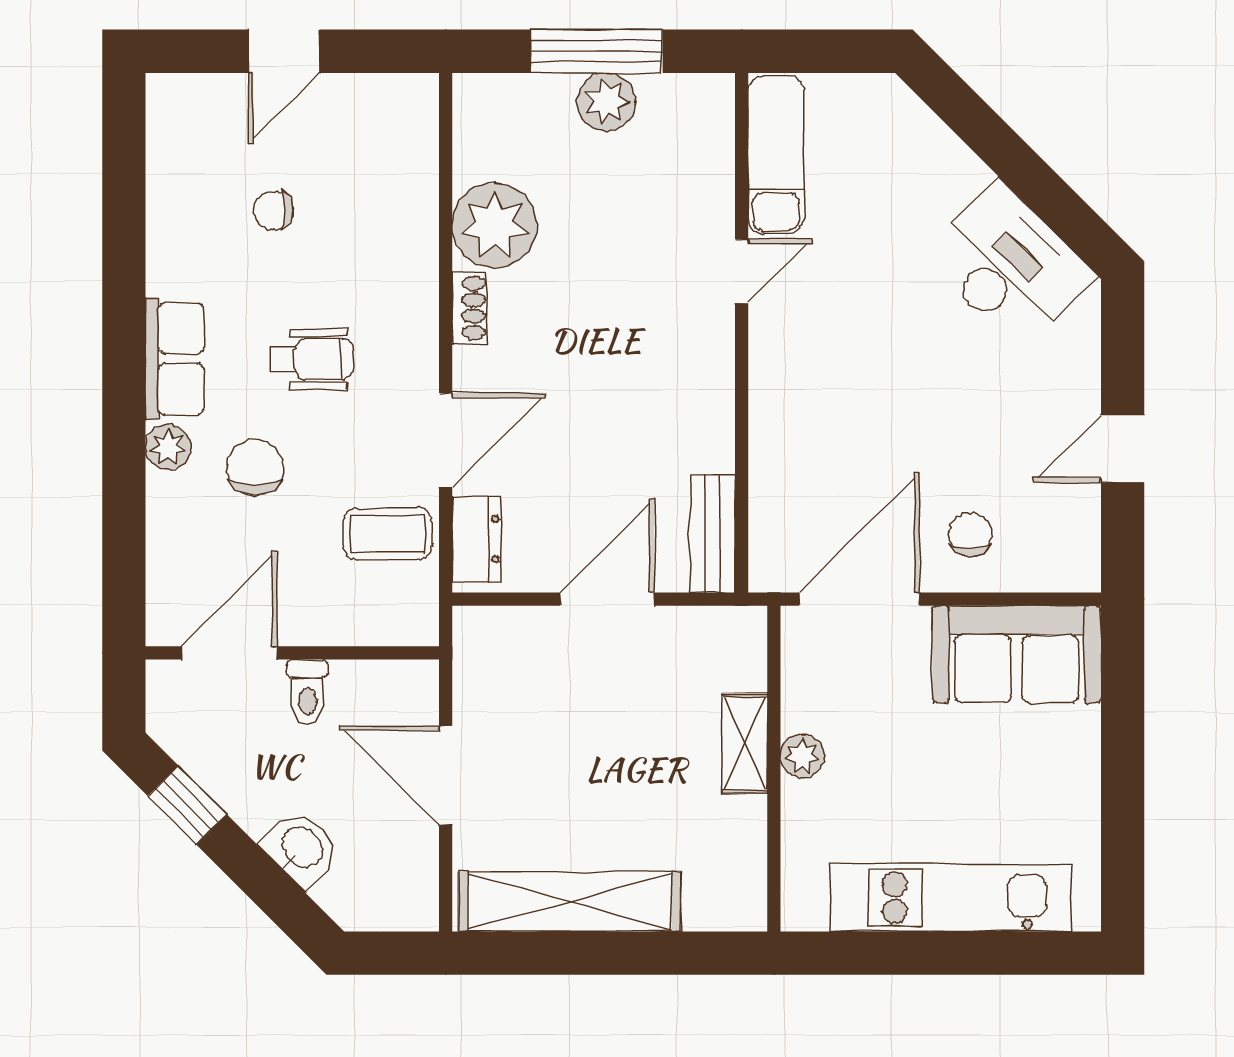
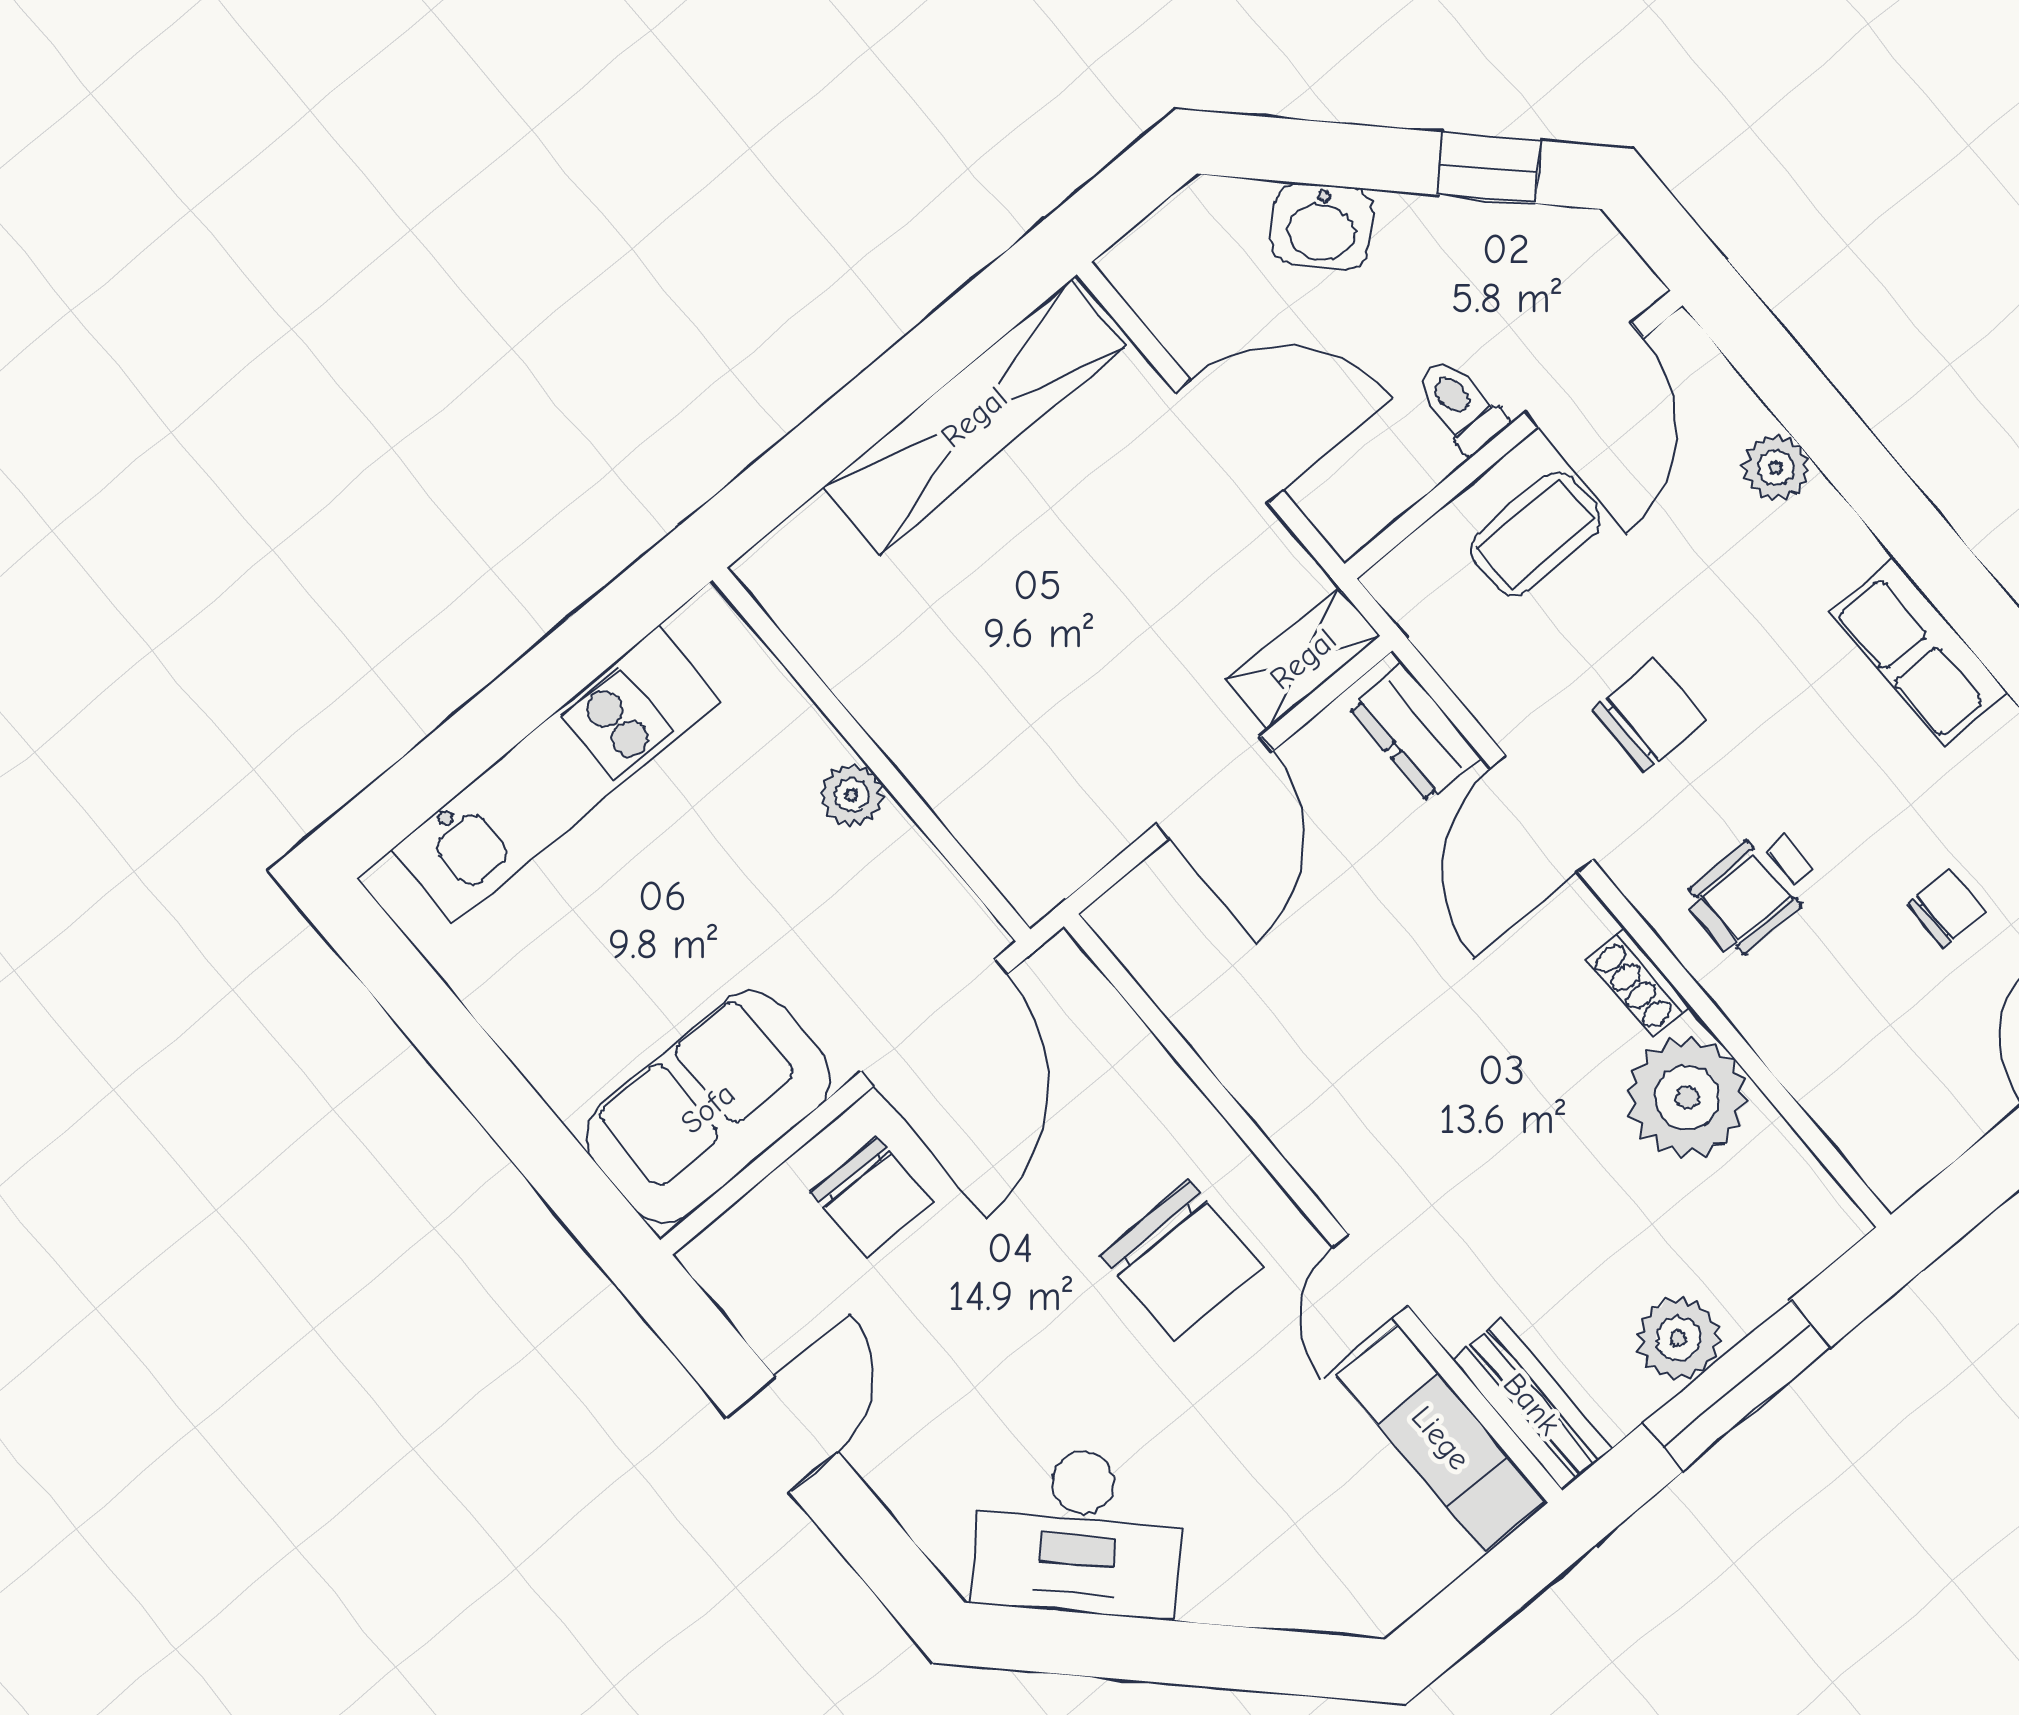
wheelchair: (312, 359) -> (1753, 891), moved
chair: (835, 363) -> (1181, 1261), added
plant: (168, 447) -> (1776, 467), moved
chair: (255, 467) -> (1649, 715), moved, turned -90
coffee table: (388, 534) -> (1535, 534), moved
bench: (713, 534) -> (1532, 1404), moved
chair: (970, 535) -> (871, 1197), width x1.37, depth x1.37
shelving: (745, 743) -> (1303, 659), moved, turned 90

